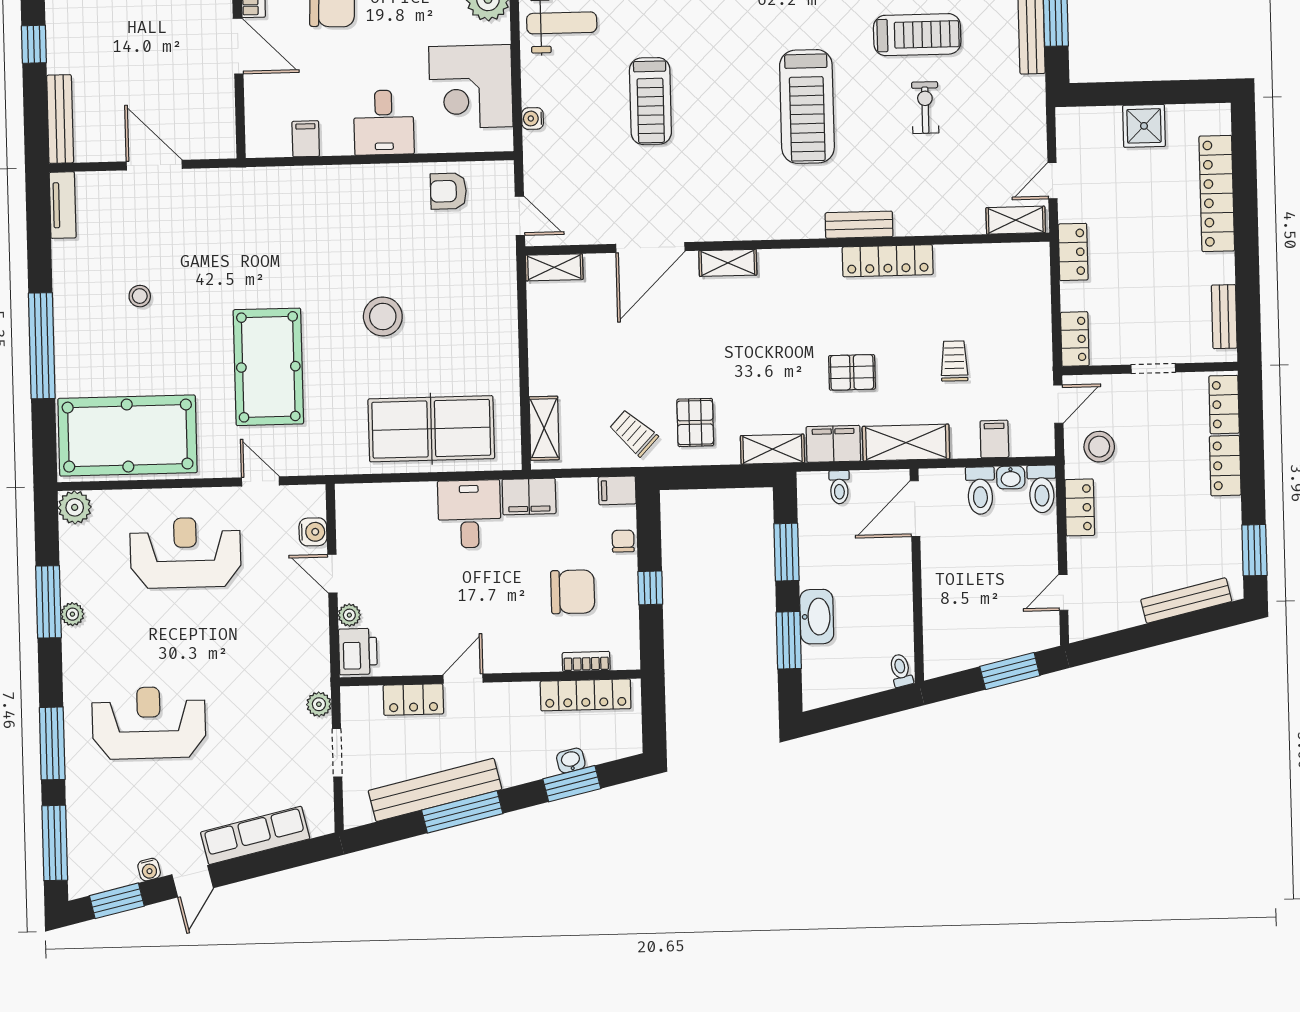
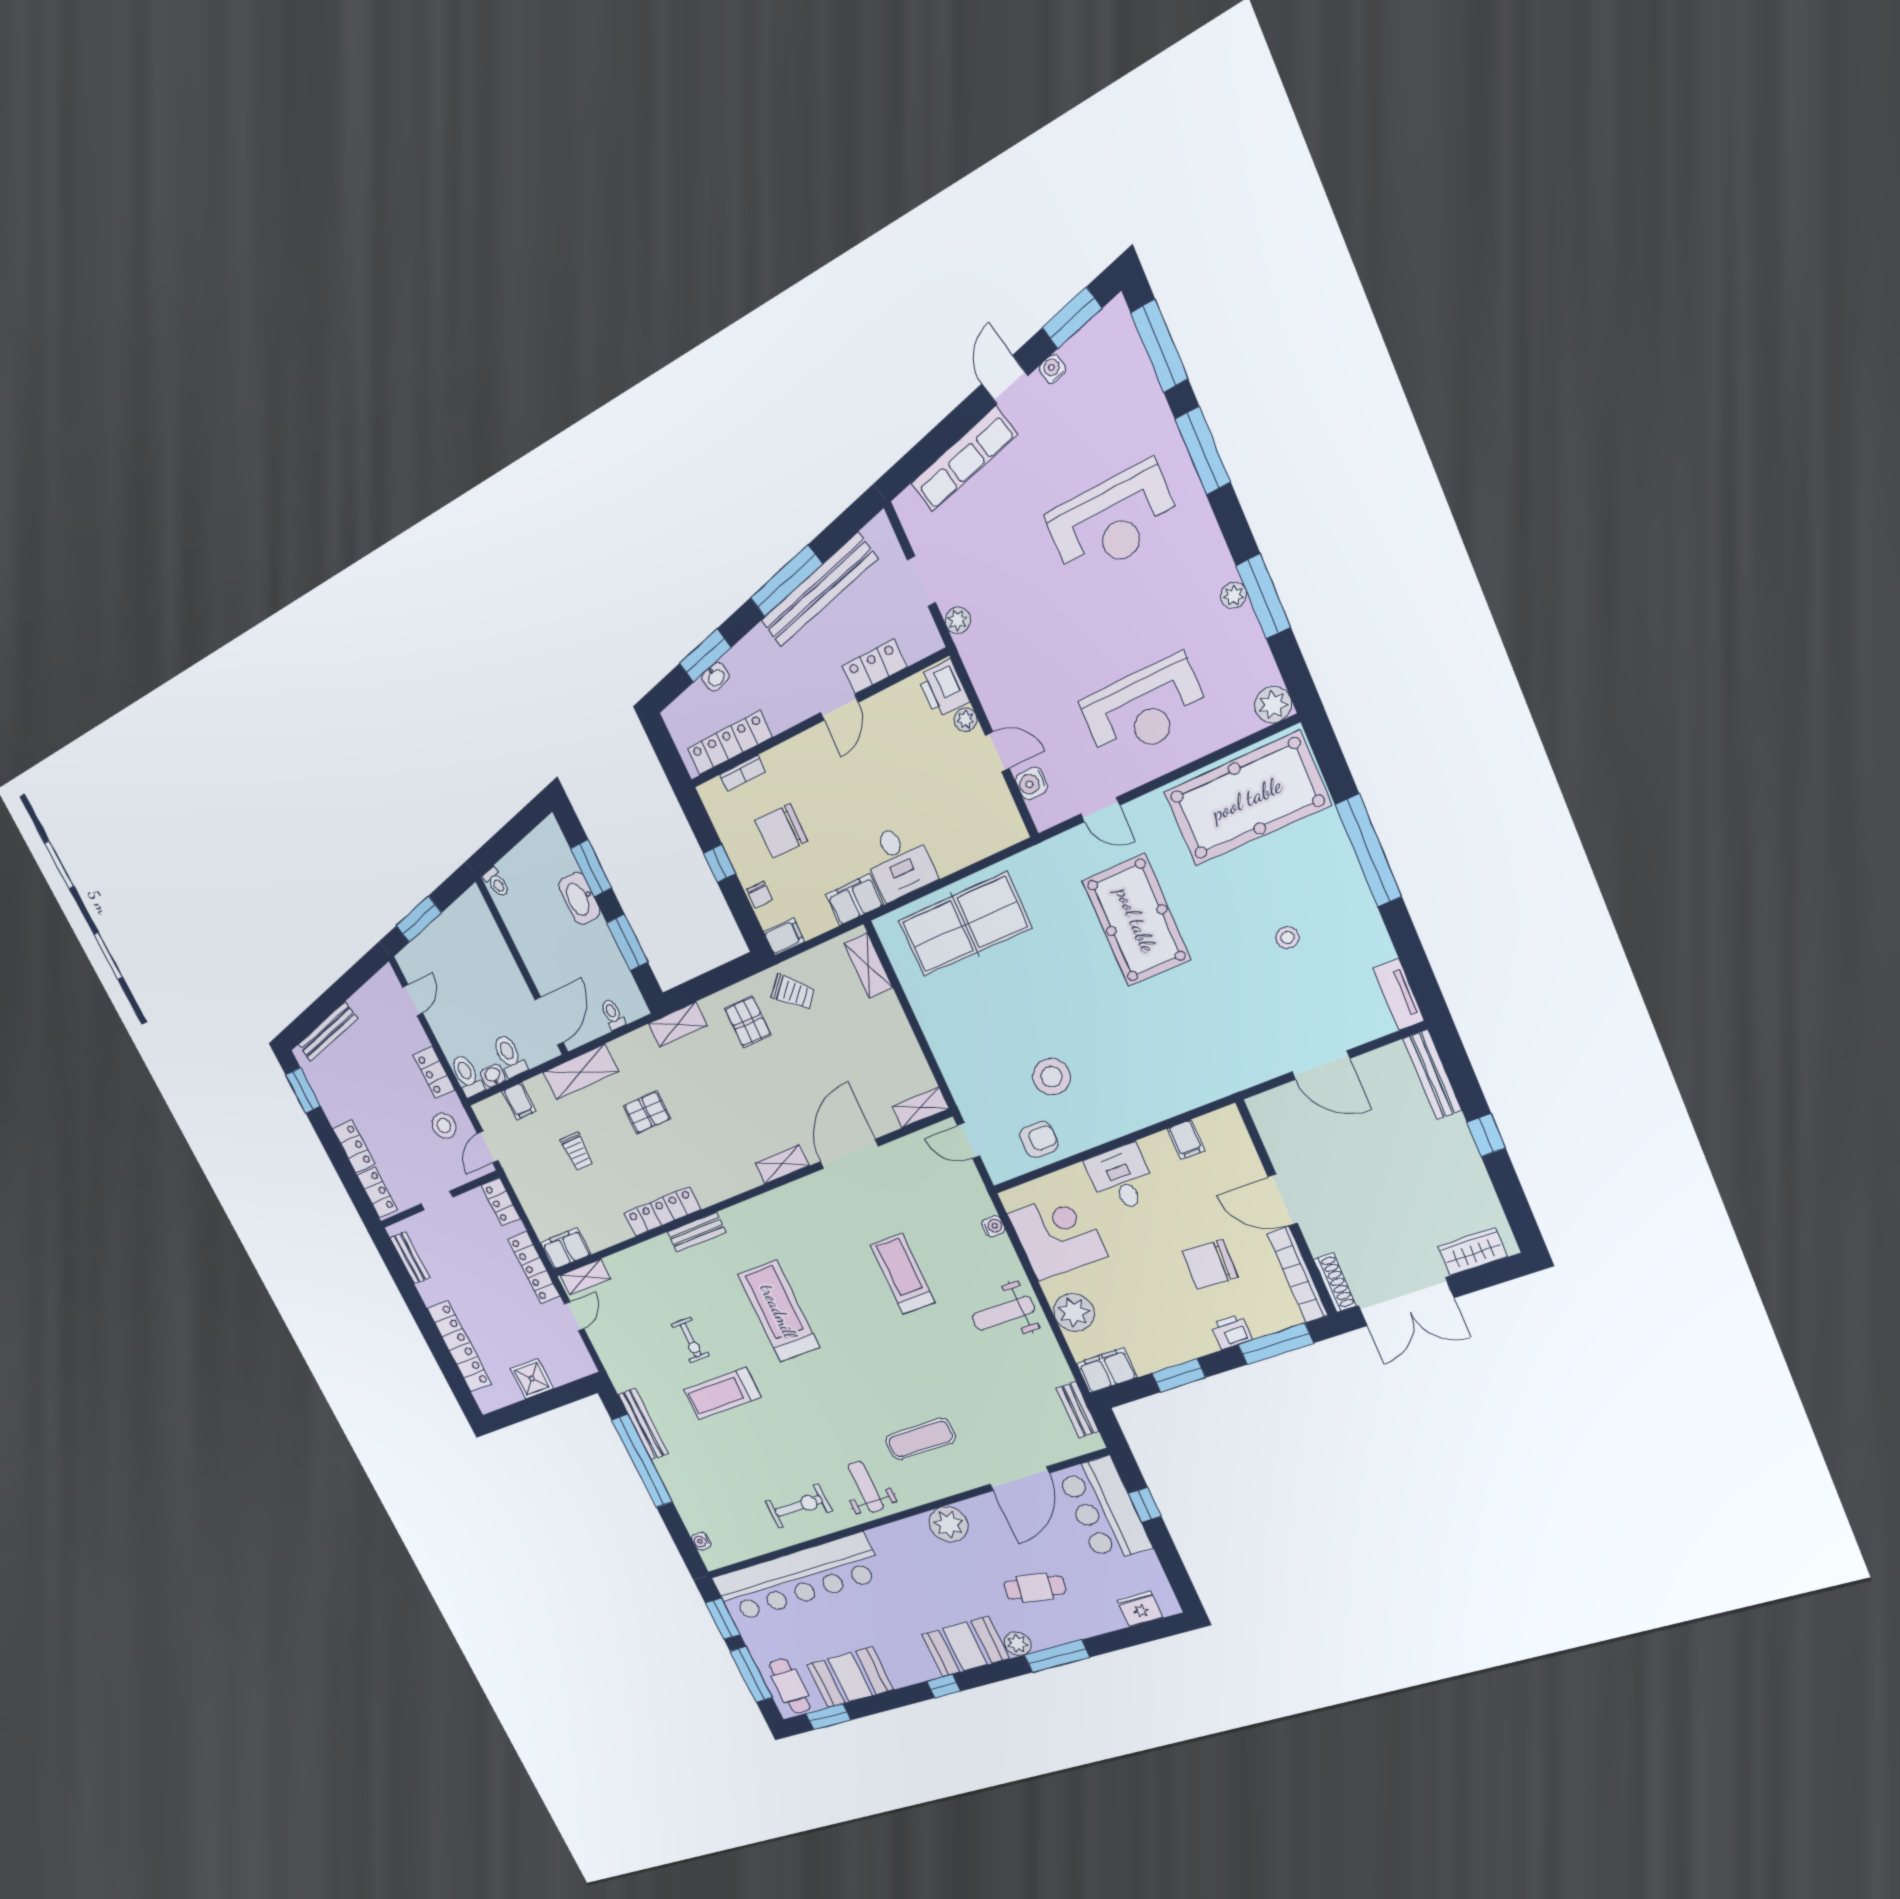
locker: (1073, 252) -> (534, 1268), width x1.53
stool: (383, 316) -> (1052, 1077), moved
filing cabinet: (833, 444) -> (565, 1248), moved, turned 180

